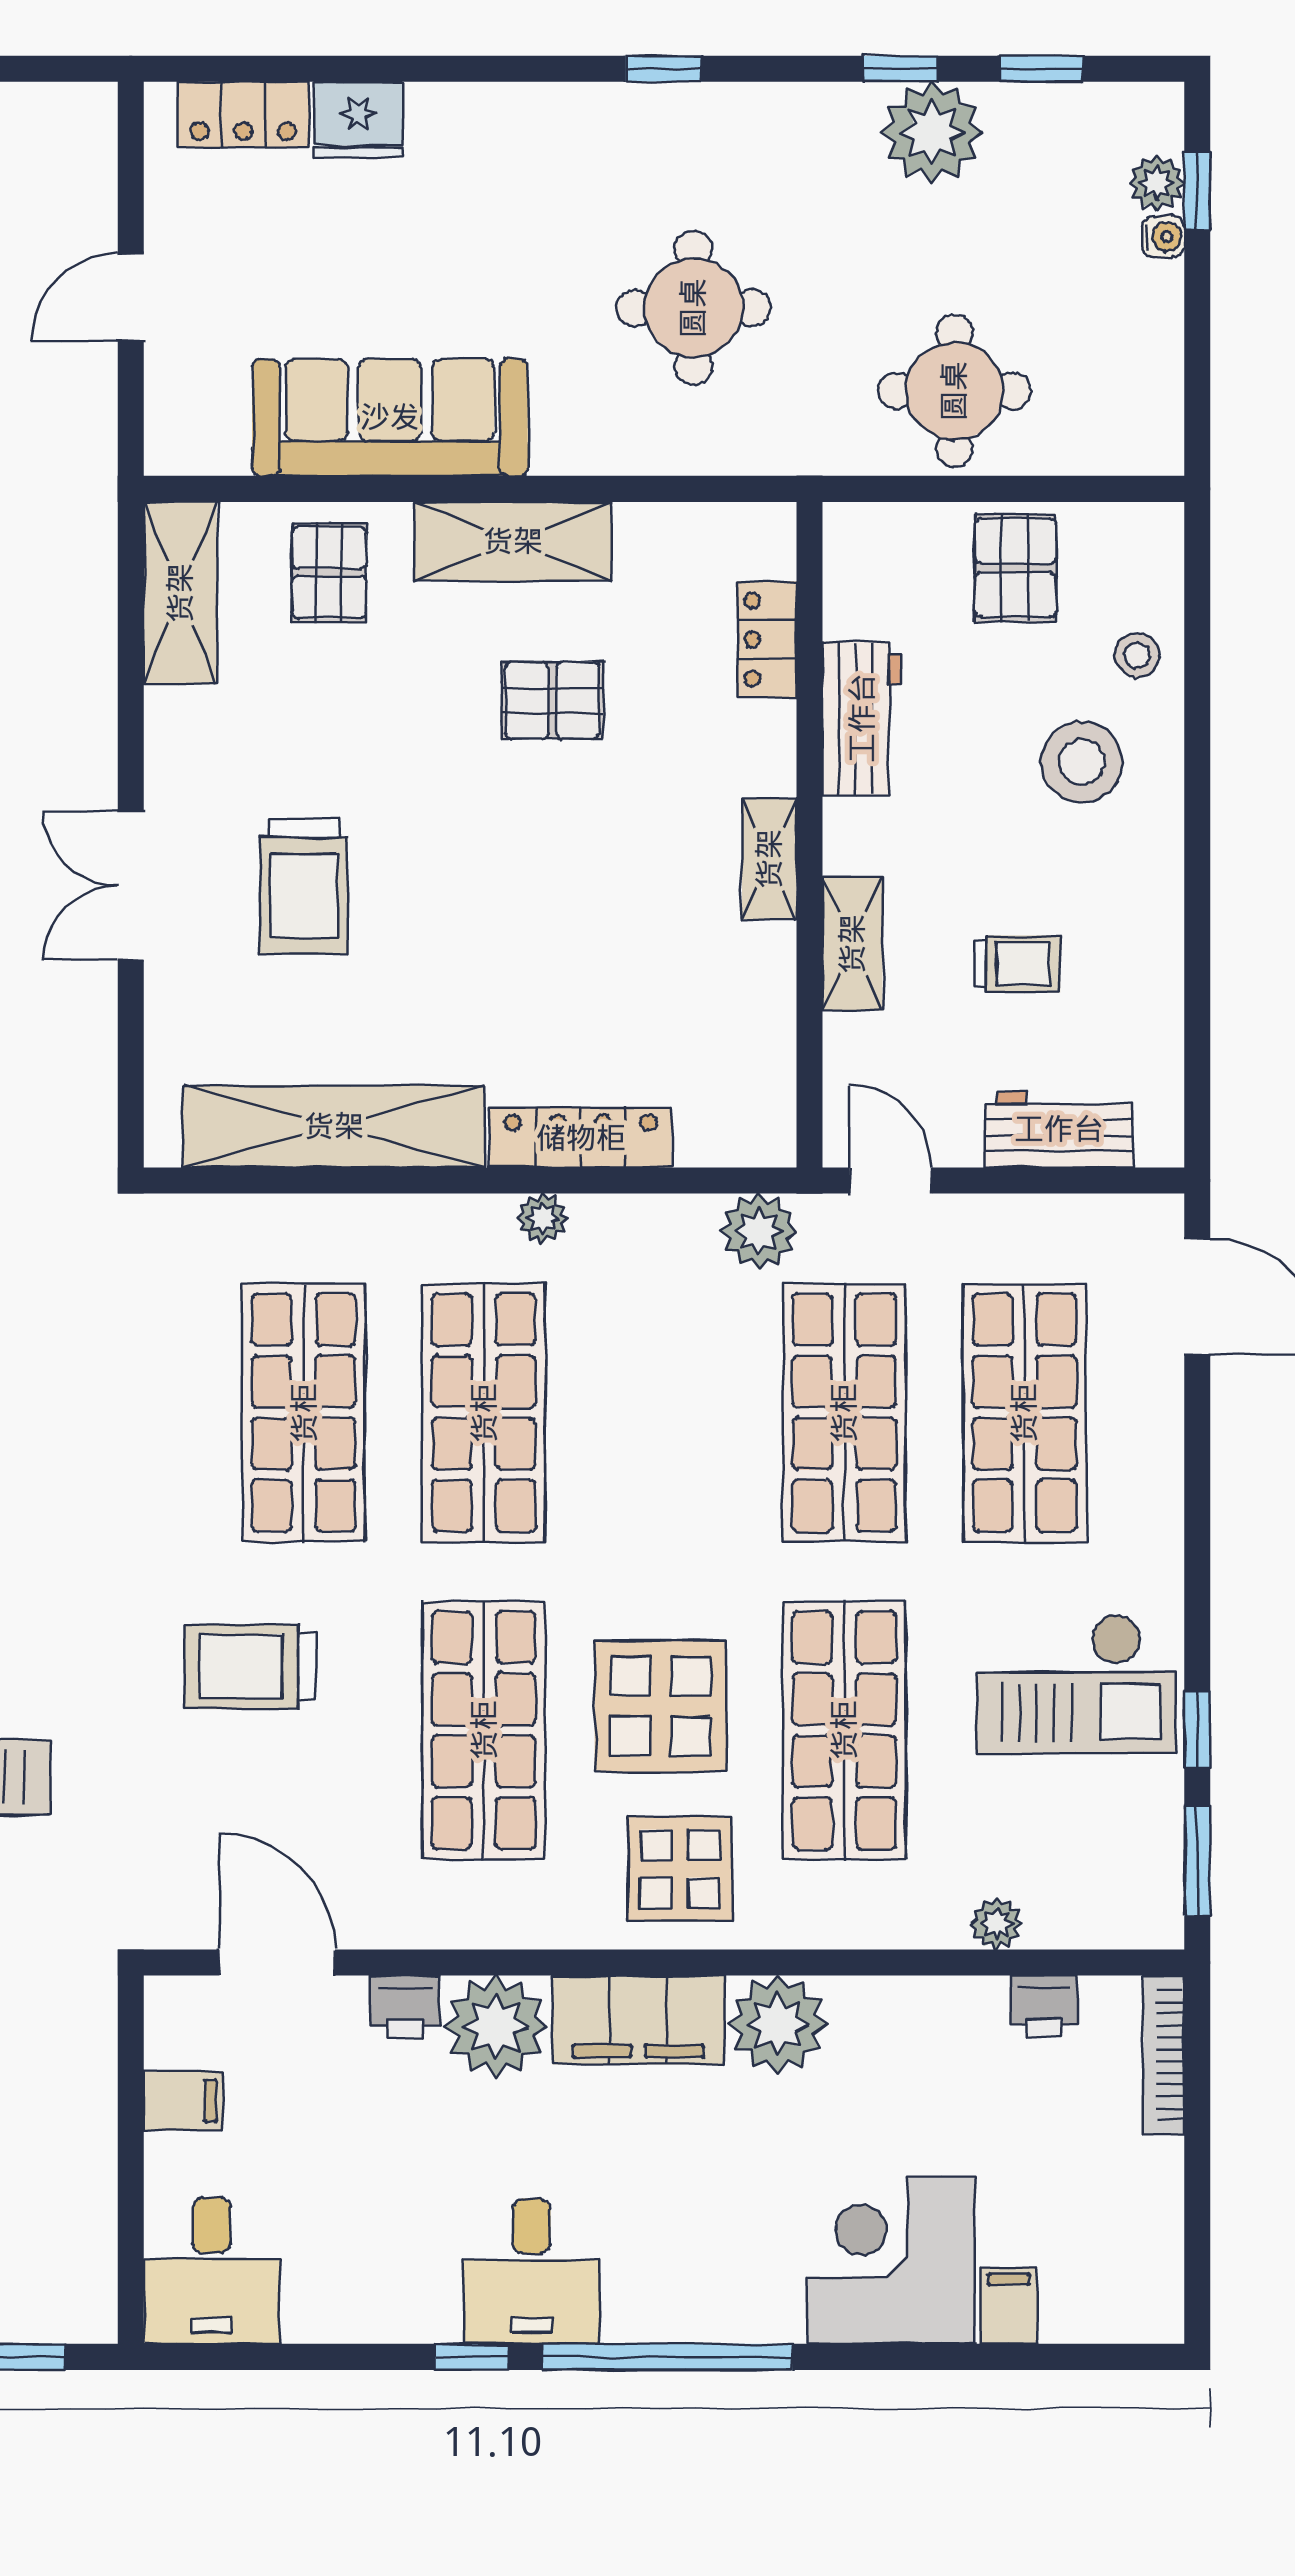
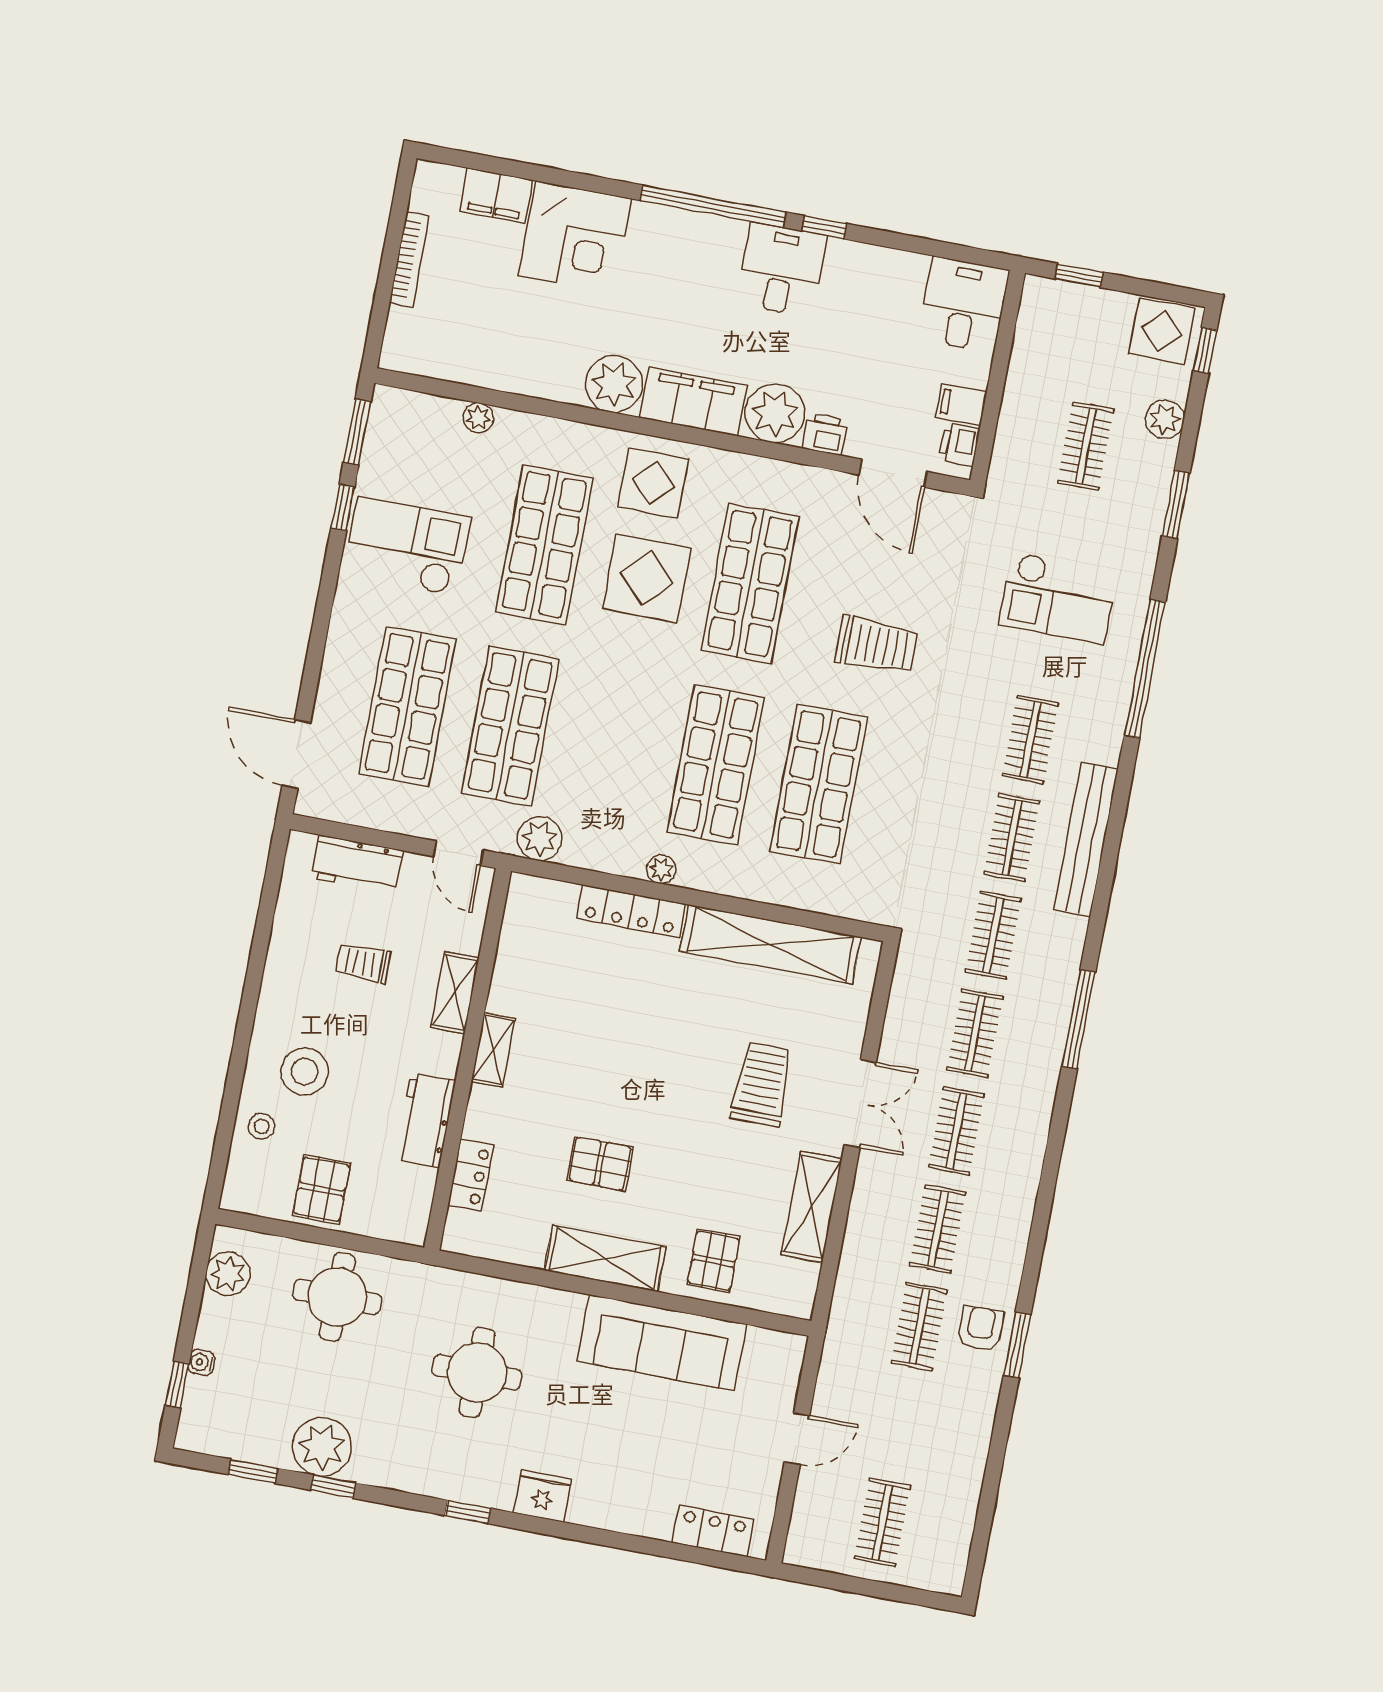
fridge: (358, 120) -> (542, 1496), moved
plant: (1157, 183) -> (228, 1274), moved, width x1.38, depth x1.38
shelving: (180, 593) -> (812, 1207), moved
printer: (1044, 2006) -> (959, 444), moved, turned -90
bookcase: (1164, 2055) -> (409, 259), moved
filing cabinet: (1009, 2306) -> (496, 196), width x2.00

